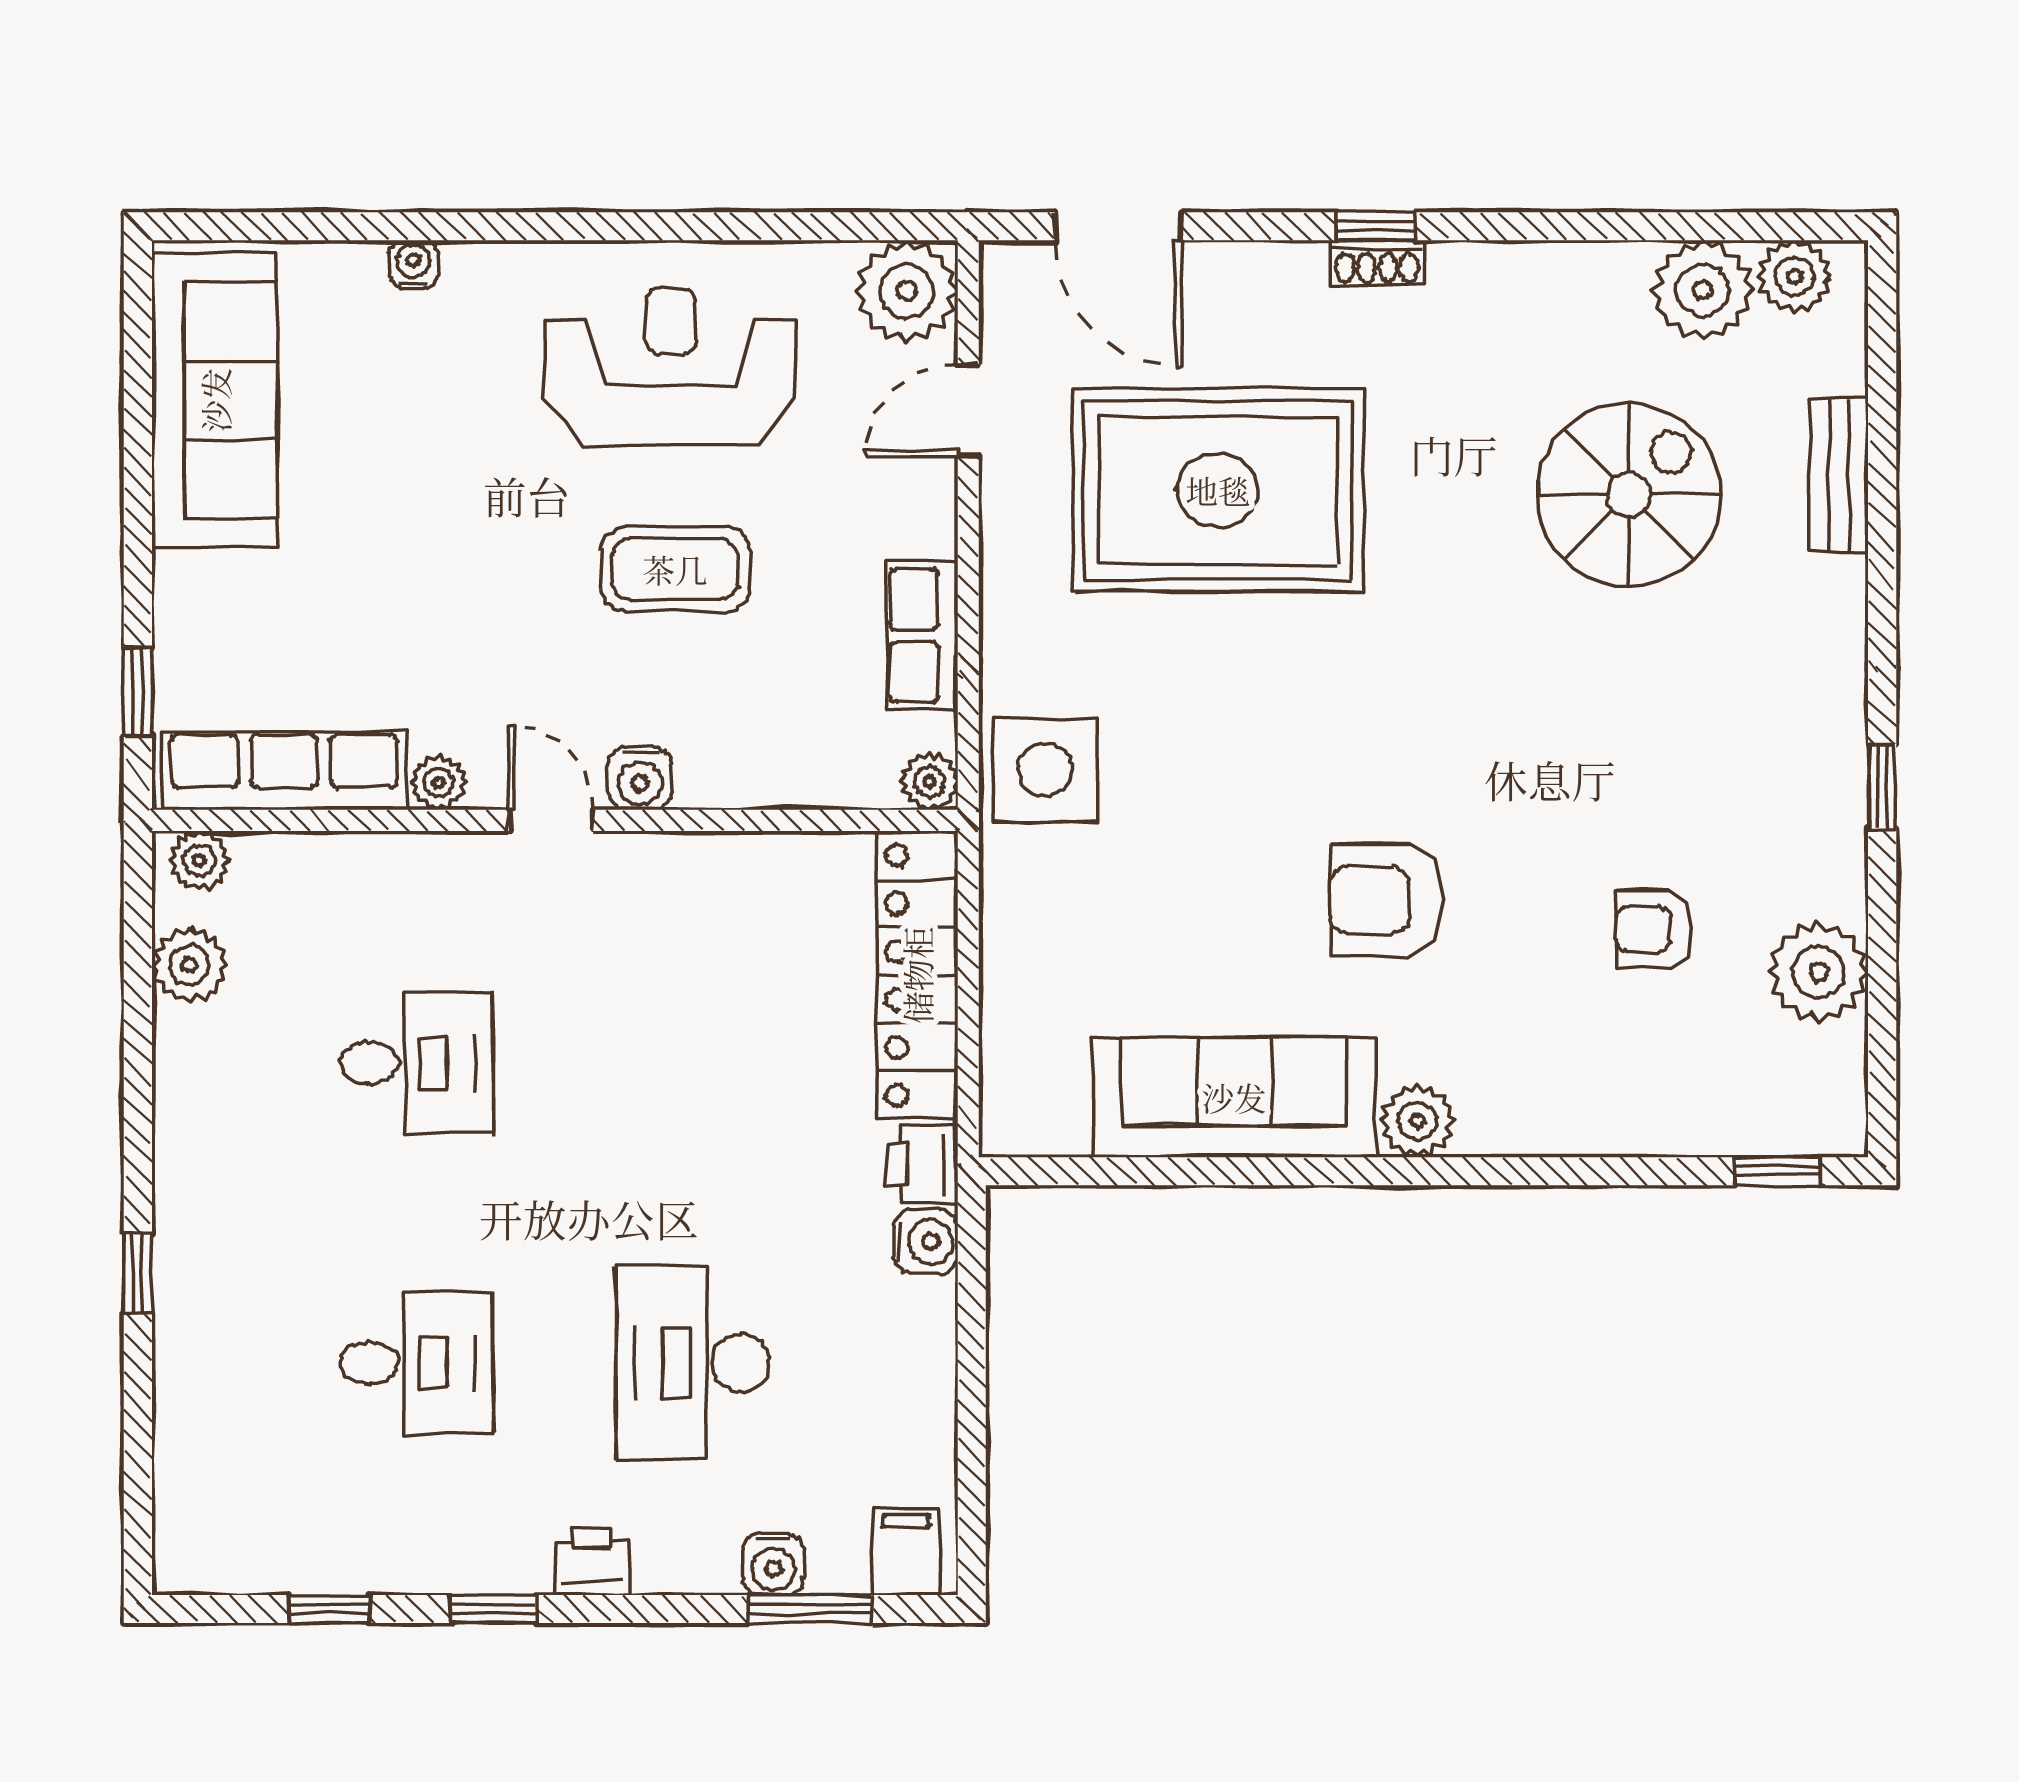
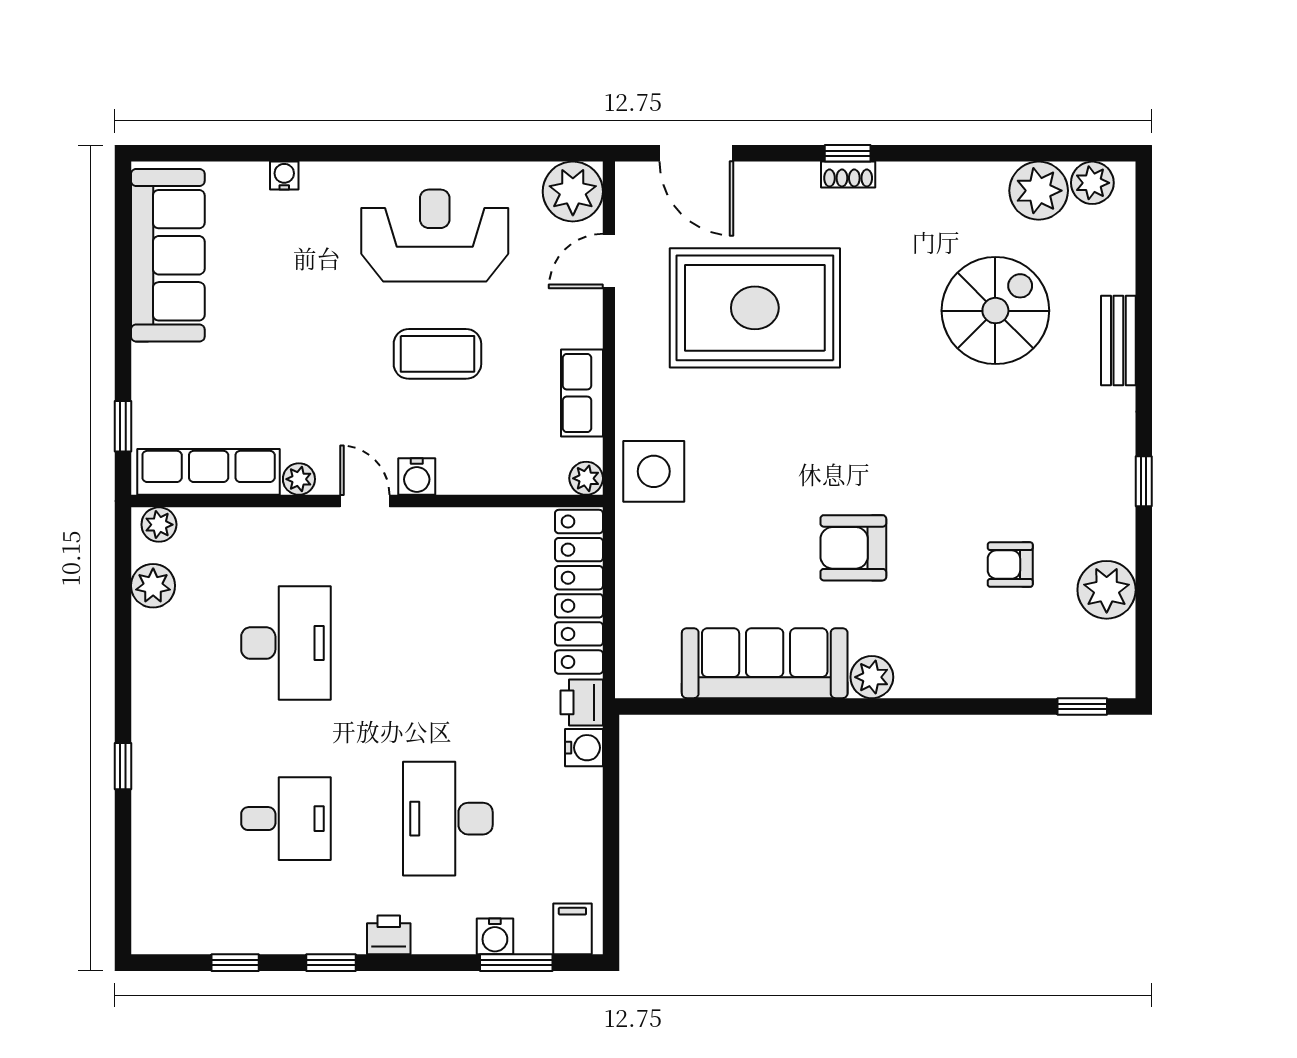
bench: (1839, 475) -> (1118, 340), moved
desk: (417, 1063) -> (286, 643), width x1.37

